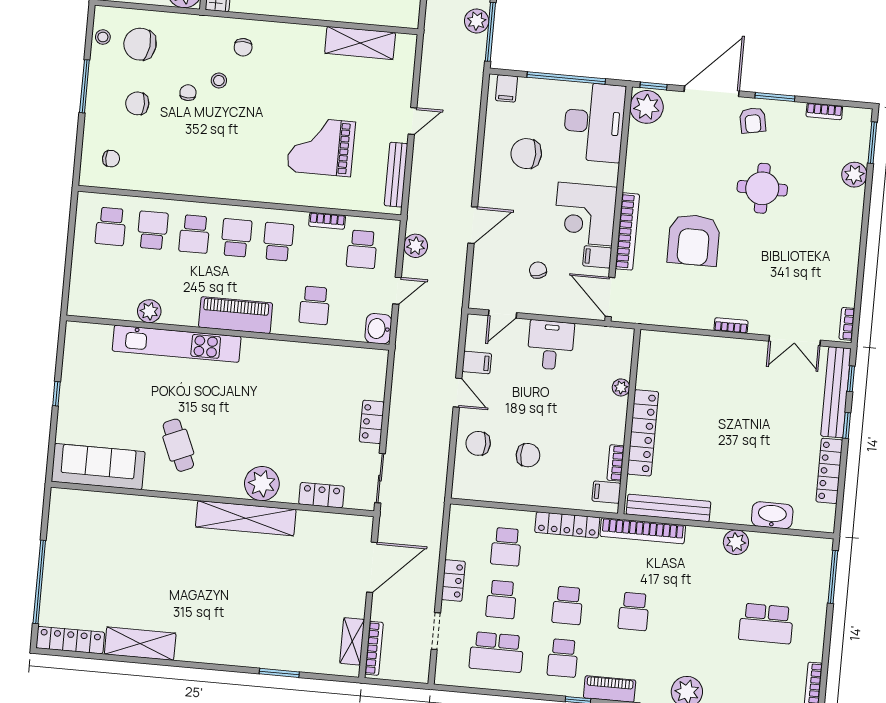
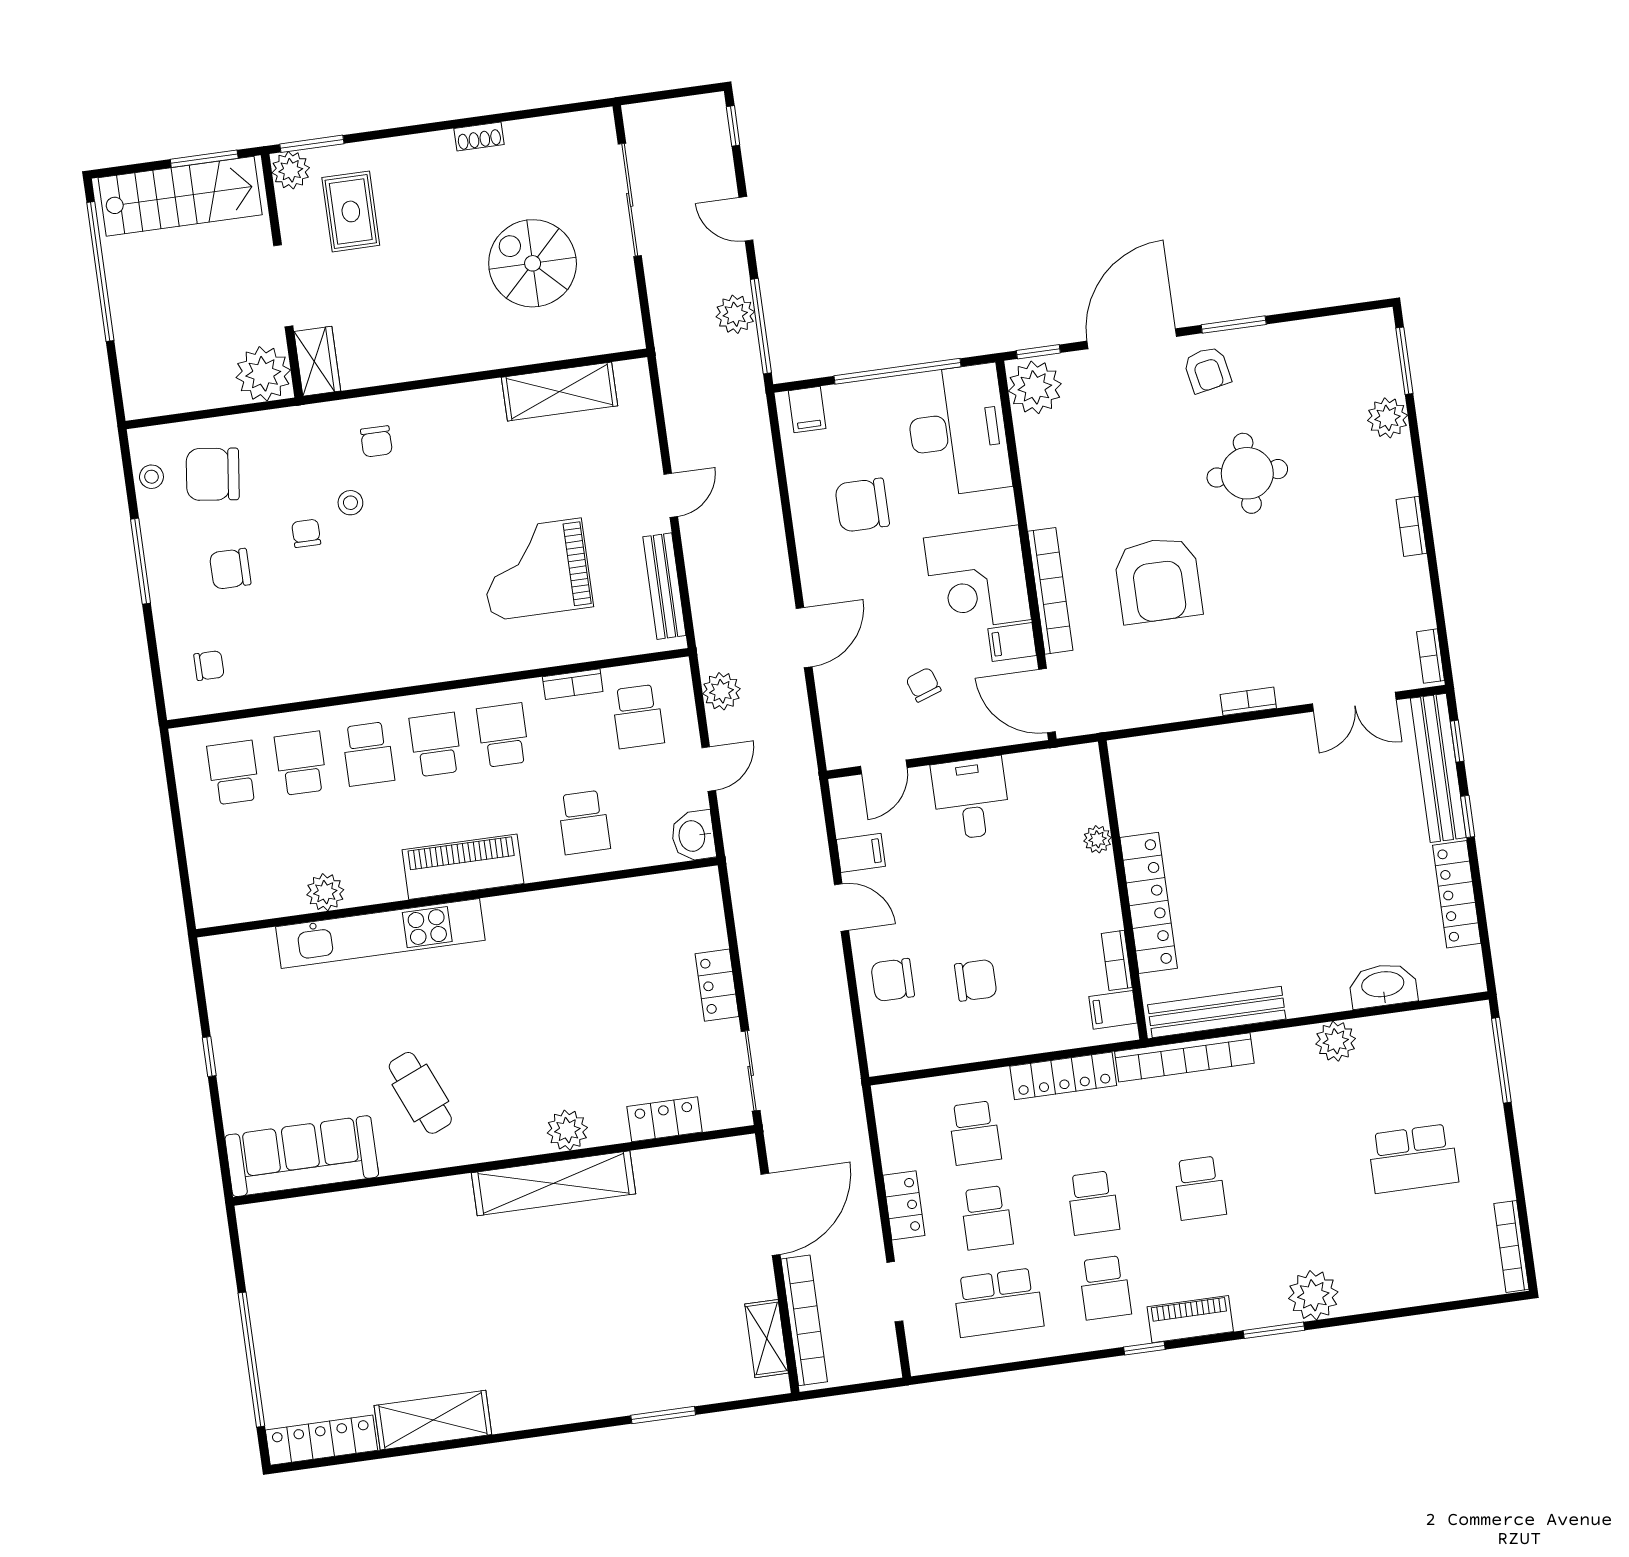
bookcase: (824, 111) -> (1411, 526), moved, turned 90
school desk: (111, 226) -> (233, 773), turned 180
plant: (262, 484) -> (567, 1130), width x0.73, depth x0.73
bookcase: (374, 648) -> (804, 1320), width x1.48, depth x1.31

